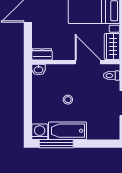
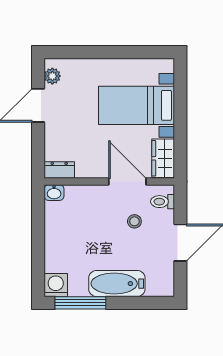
stool: (68, 100) -> (134, 221), moved
bathtub: (67, 131) -> (117, 284), moved

